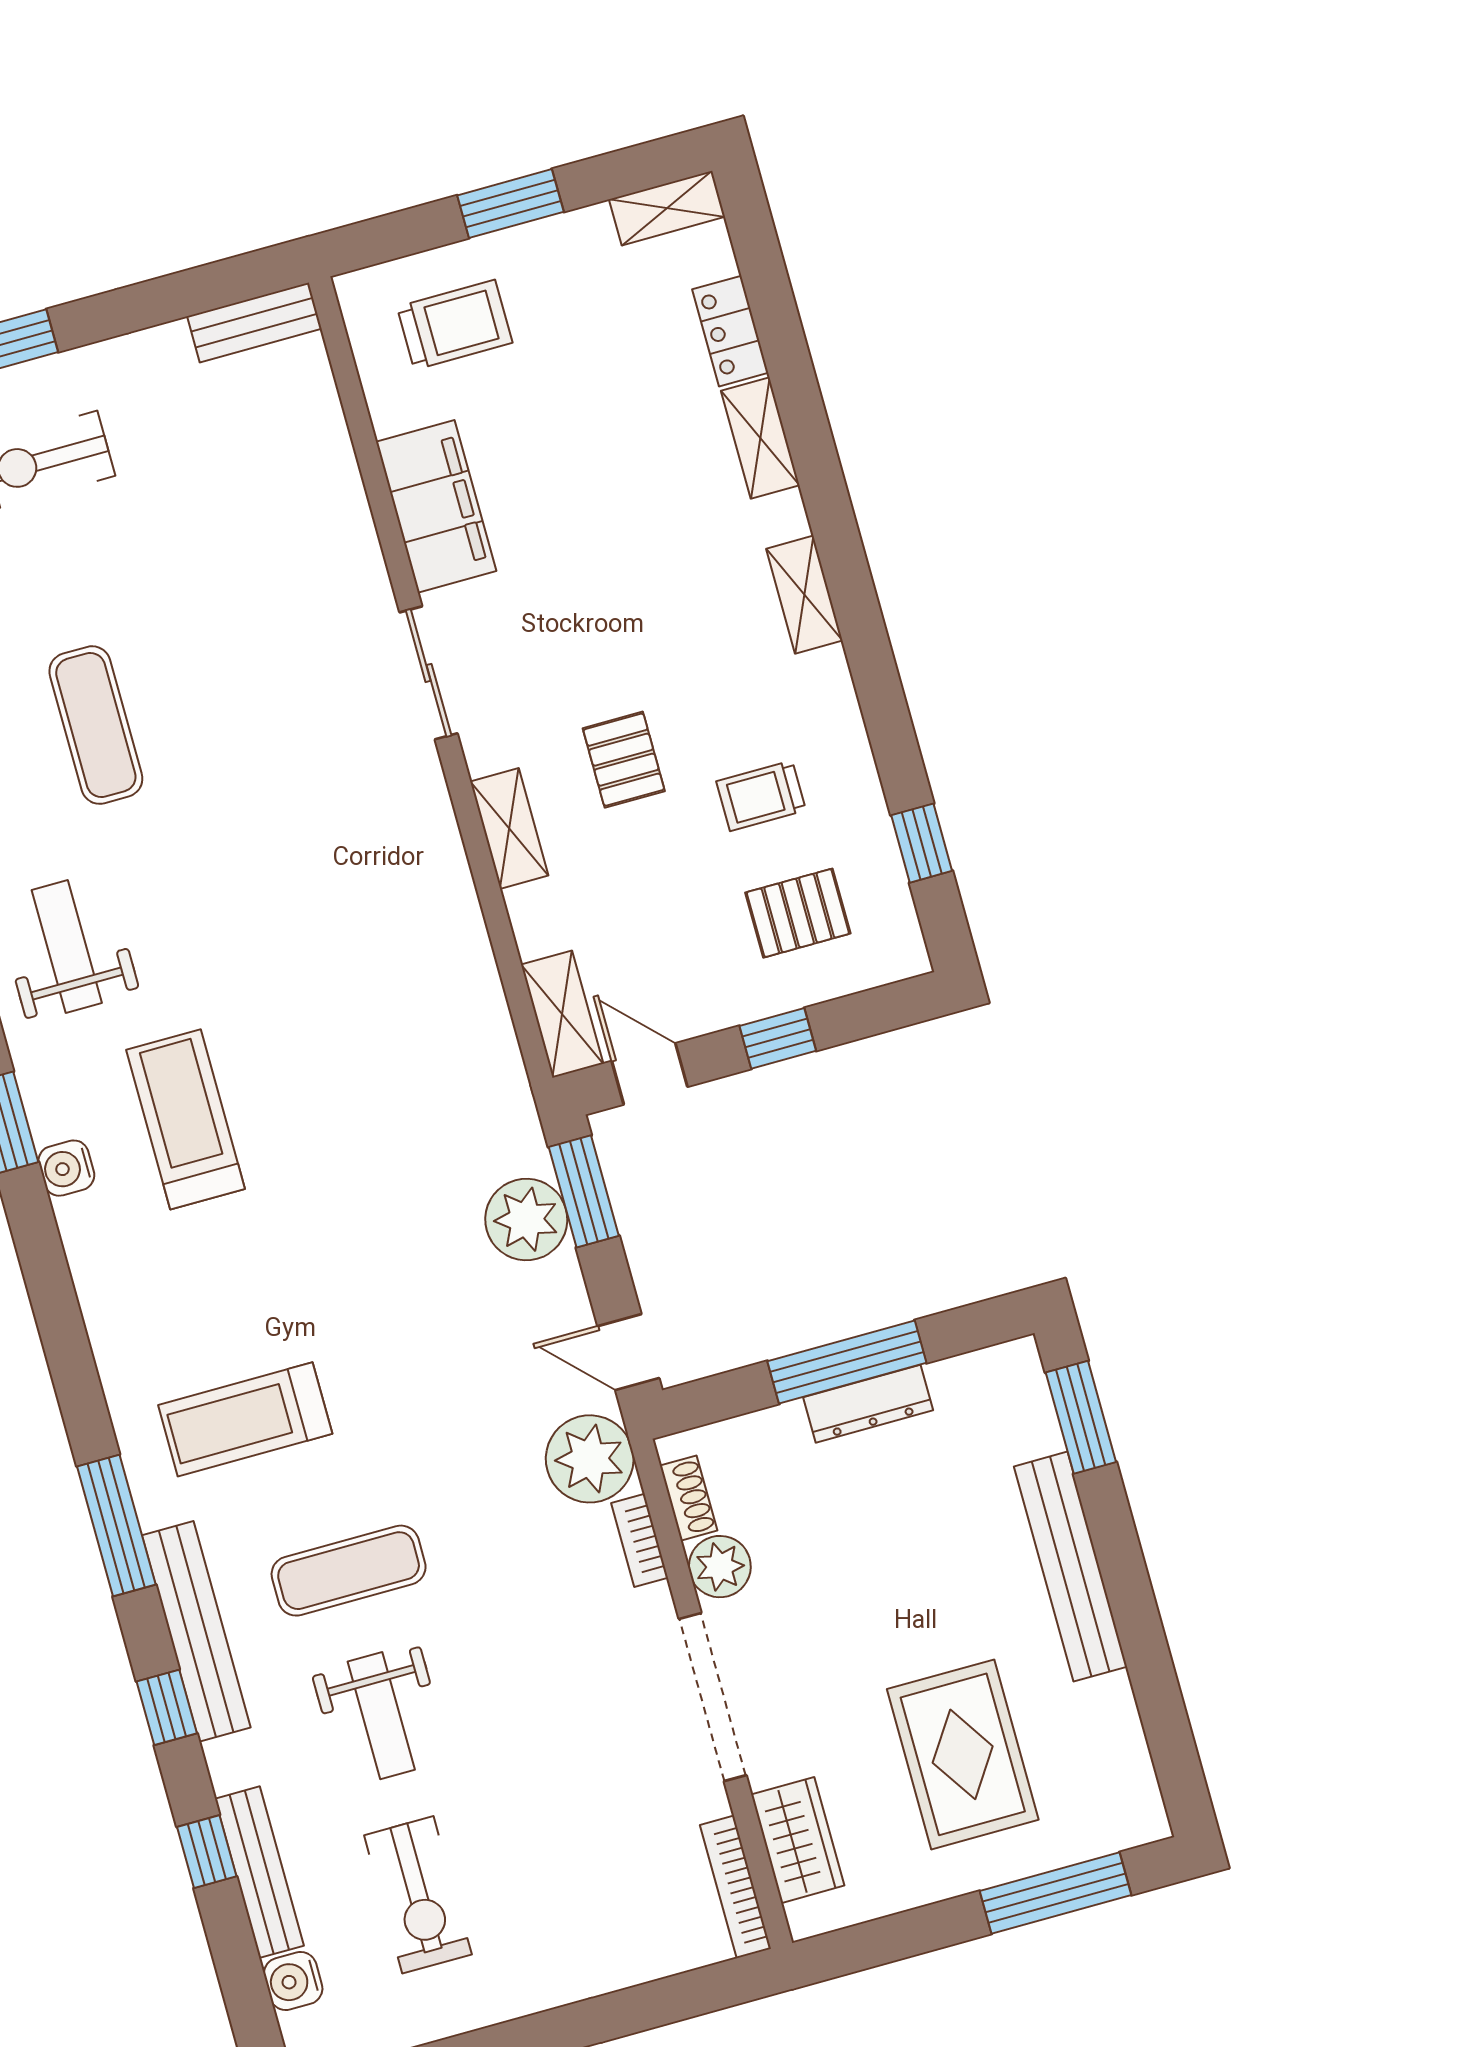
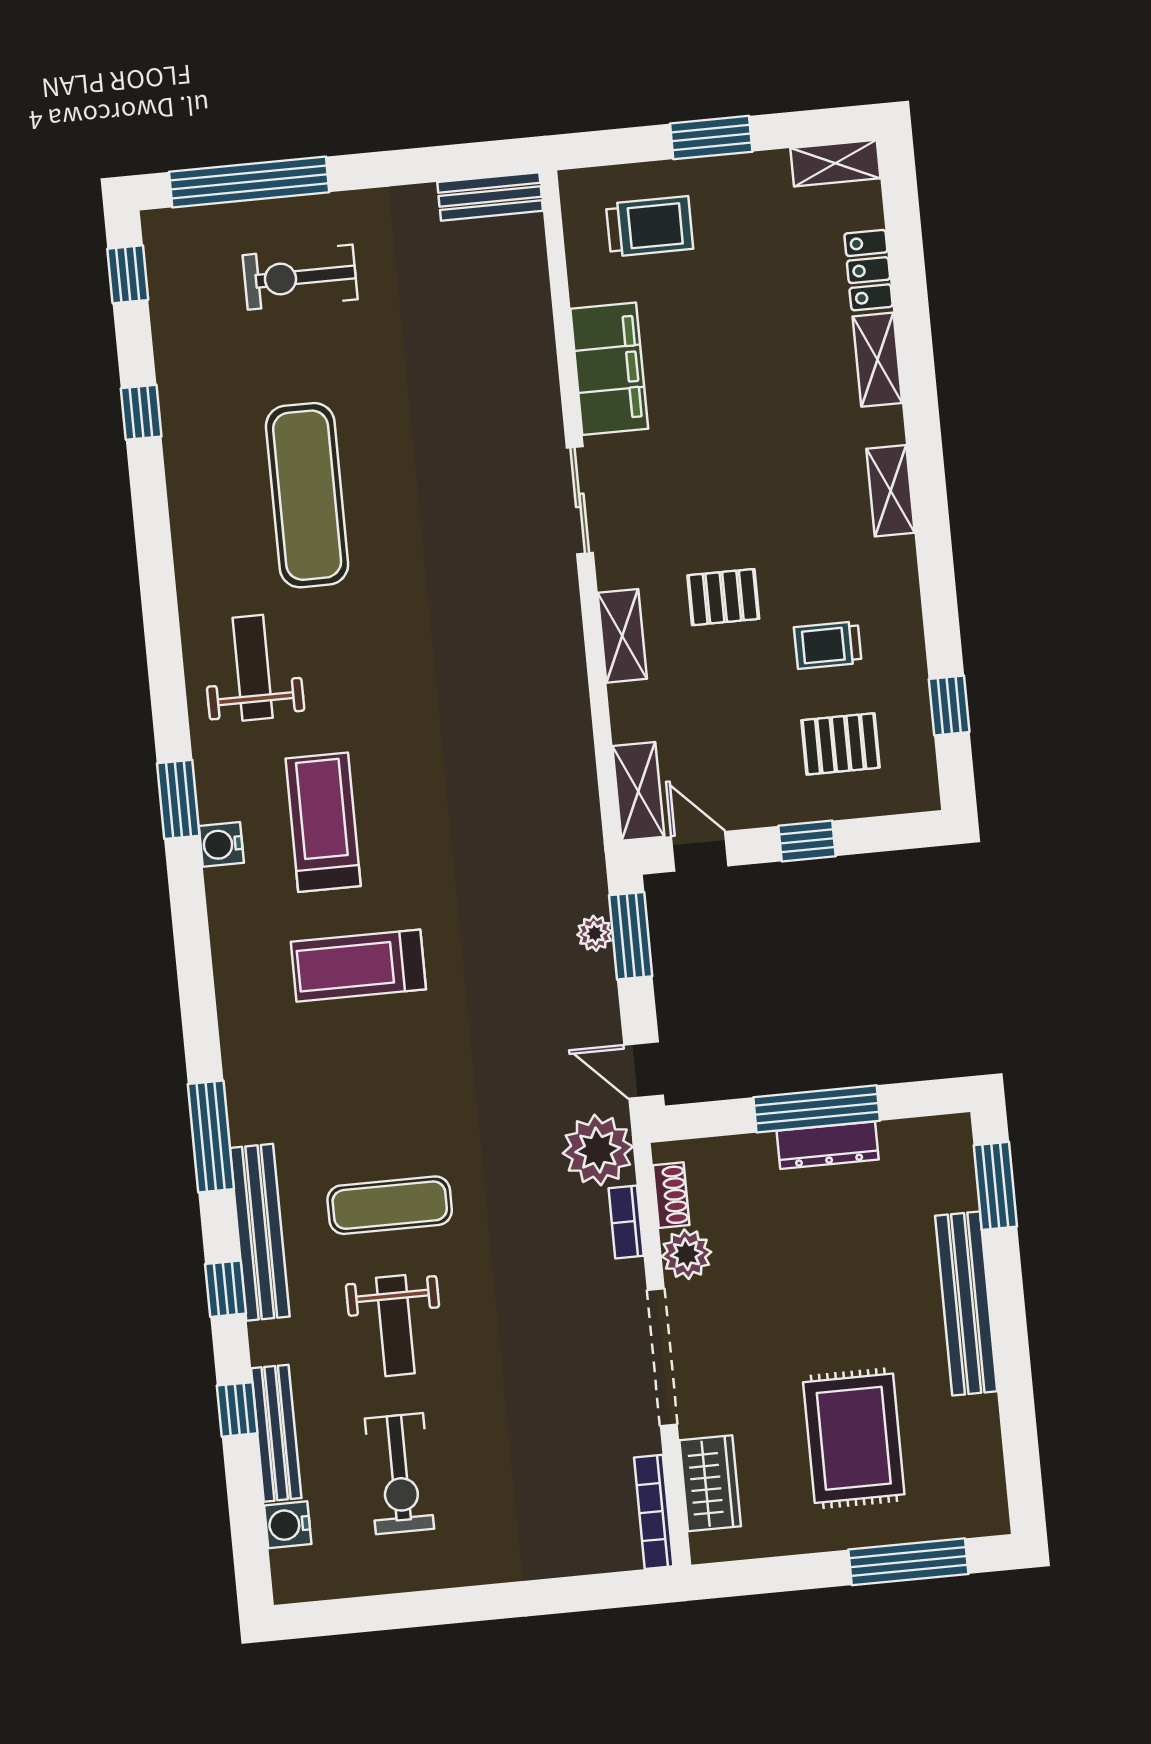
exercise mat: (96, 725) -> (307, 495), width x1.36, depth x1.45
pallet: (624, 760) -> (723, 597), turned 90
plant: (526, 1220) -> (595, 933), width x0.53, depth x0.53
treadmill: (245, 1419) -> (358, 966), moved

